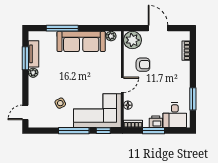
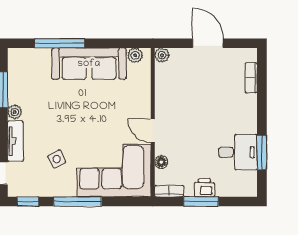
plant: (132, 40) -> (162, 55), width x0.53, depth x0.53
tv unit: (34, 54) -> (15, 141), moved
armchair: (143, 65) -> (185, 99), removed
door: (122, 85) -> (153, 131), swing flipped
desk: (175, 115) -> (238, 152), moved, turned -90
window: (103, 131) -> (28, 202), moved

